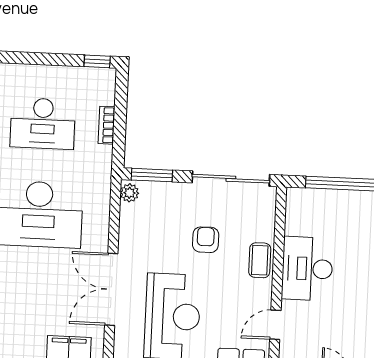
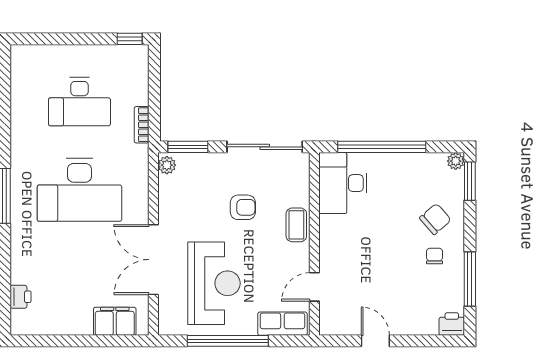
bookcase: (107, 125) -> (142, 125), moved
armchair: (206, 240) -> (243, 207), turned 90
desk: (307, 269) -> (343, 183), moved

